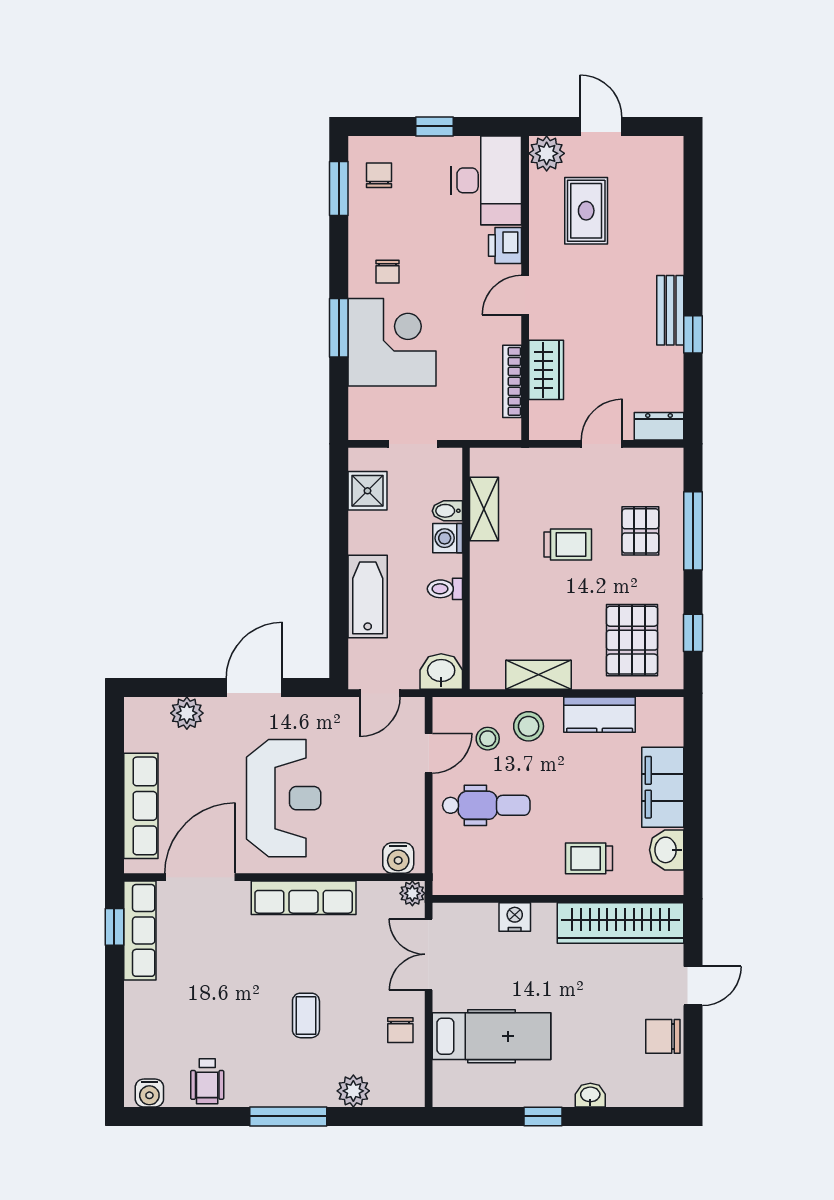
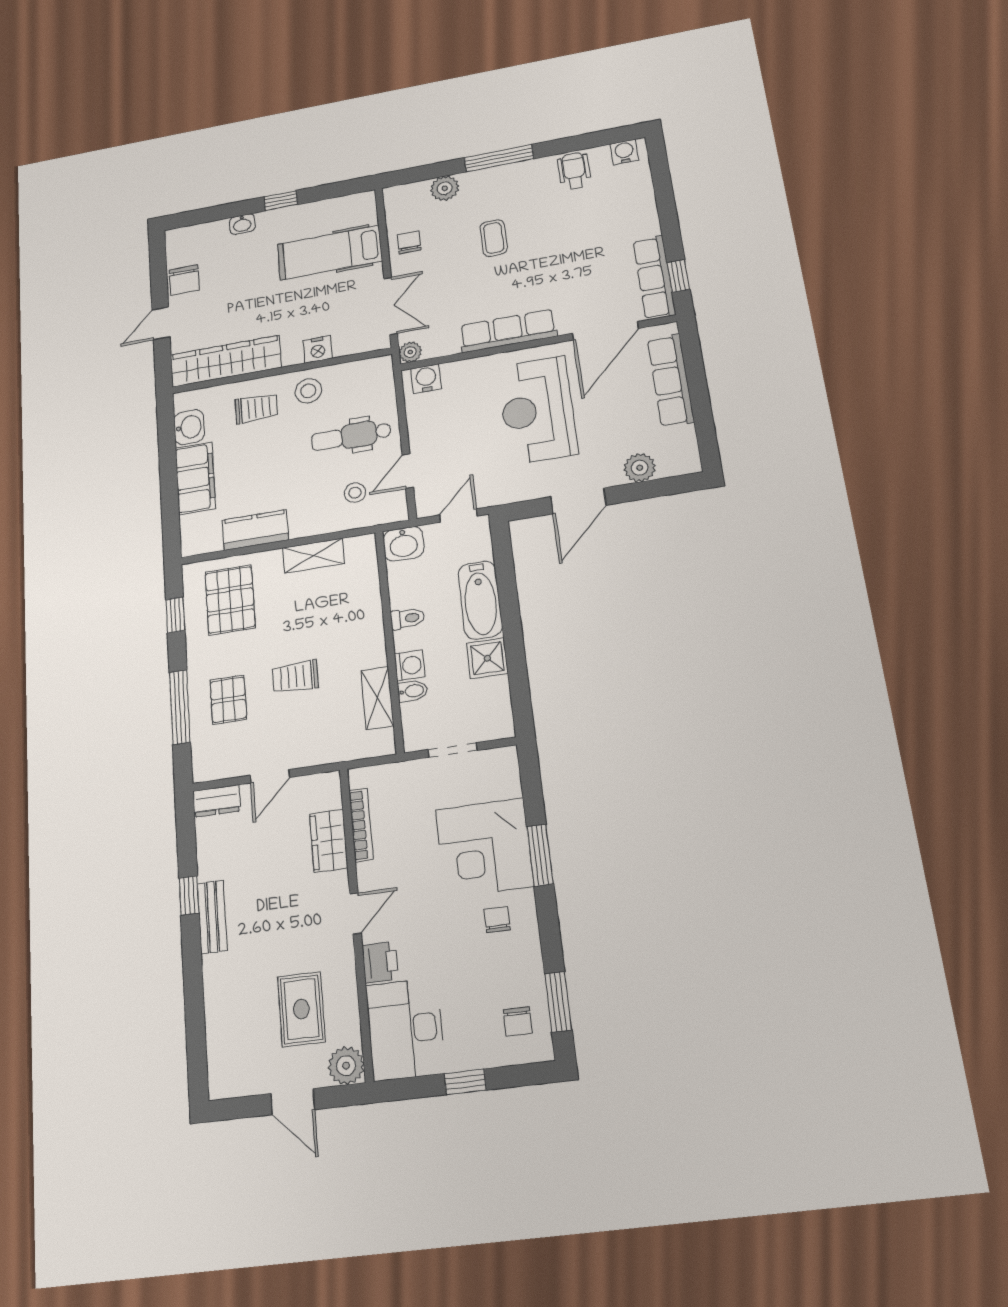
shower: (367, 491) -> (487, 658), moved
stool: (529, 726) -> (308, 391), moved
chair: (663, 1036) -> (184, 280), turned 90

